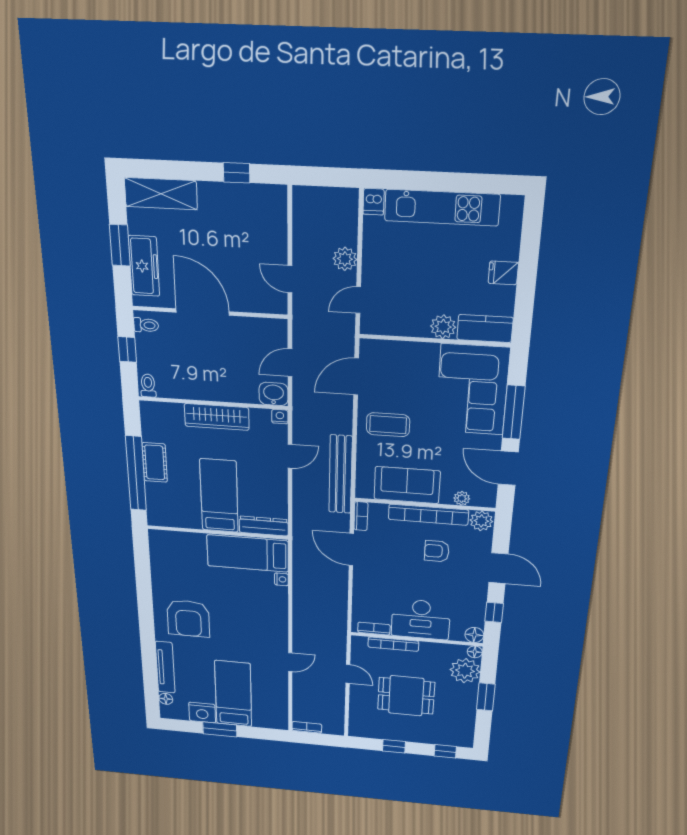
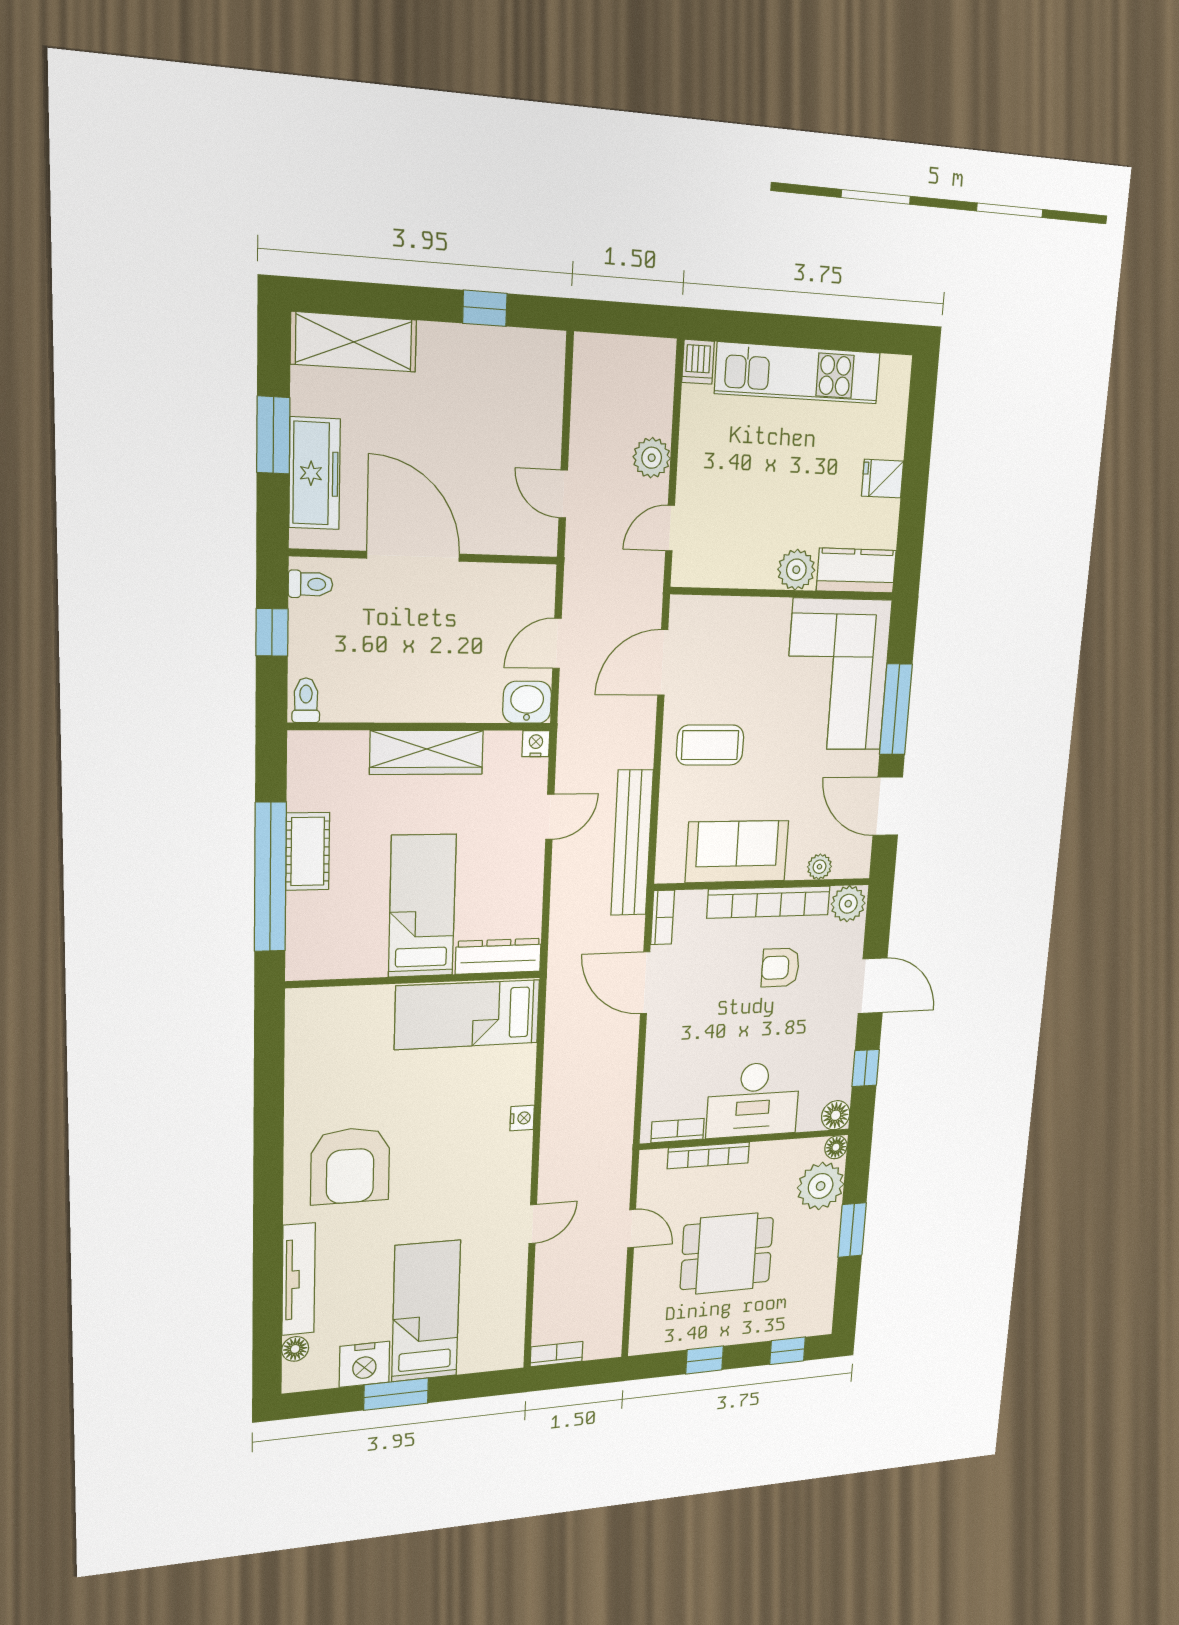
nightstand: (281, 579) -> (522, 1118), moved

